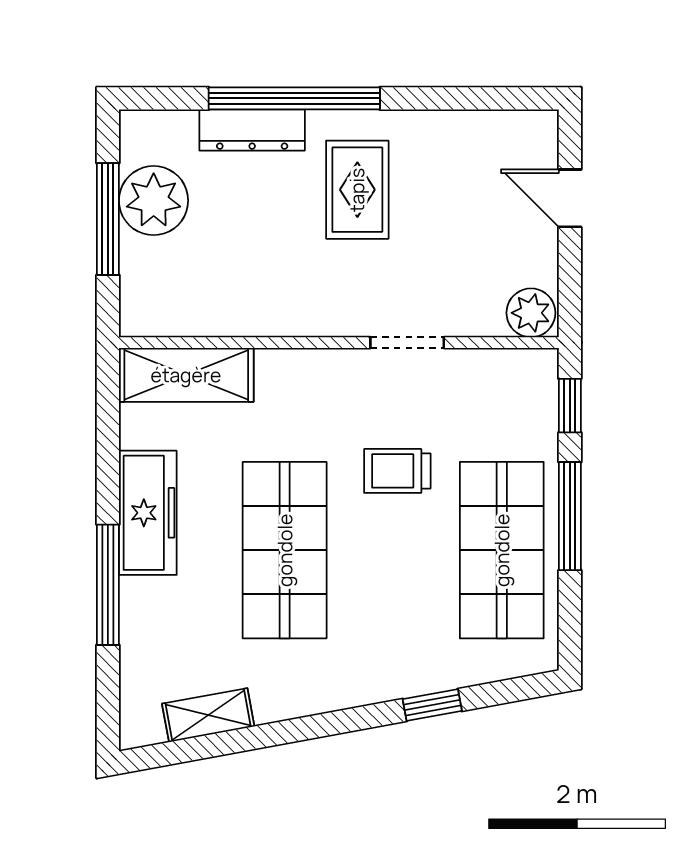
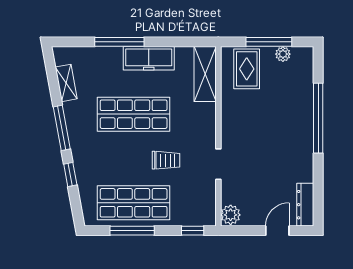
dresser: (252, 130) -> (305, 205), moved
rug: (357, 190) -> (247, 69), moved, turned 90
plant: (154, 201) -> (283, 54), width x0.53, depth x0.53
trolley: (397, 471) -> (166, 160), turned 90
window: (570, 516) -> (132, 231), moved
window: (318, 726) -> (62, 128), added

